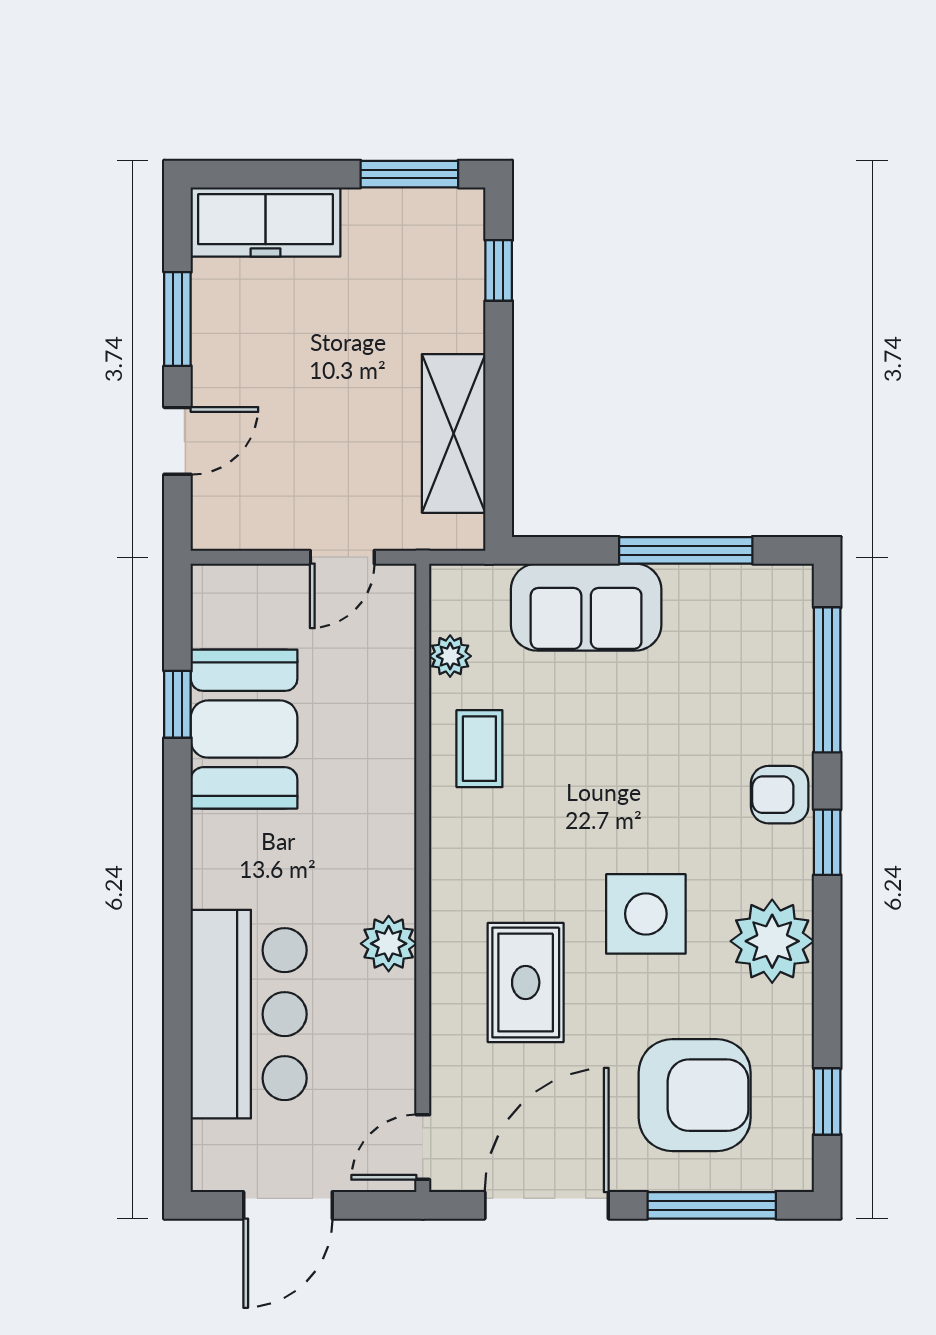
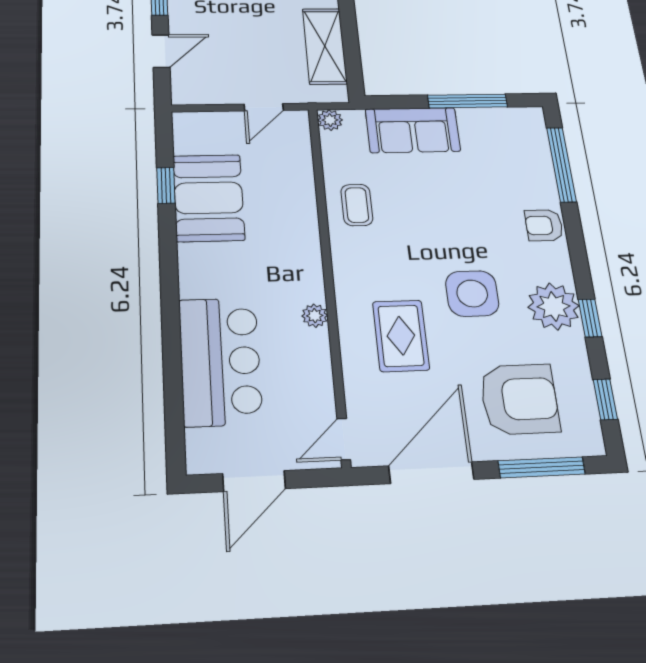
plant: (450, 656) -> (330, 120), moved
window: (827, 842) -> (590, 318), moved
plant: (389, 944) -> (315, 316), width x0.73, depth x0.73

